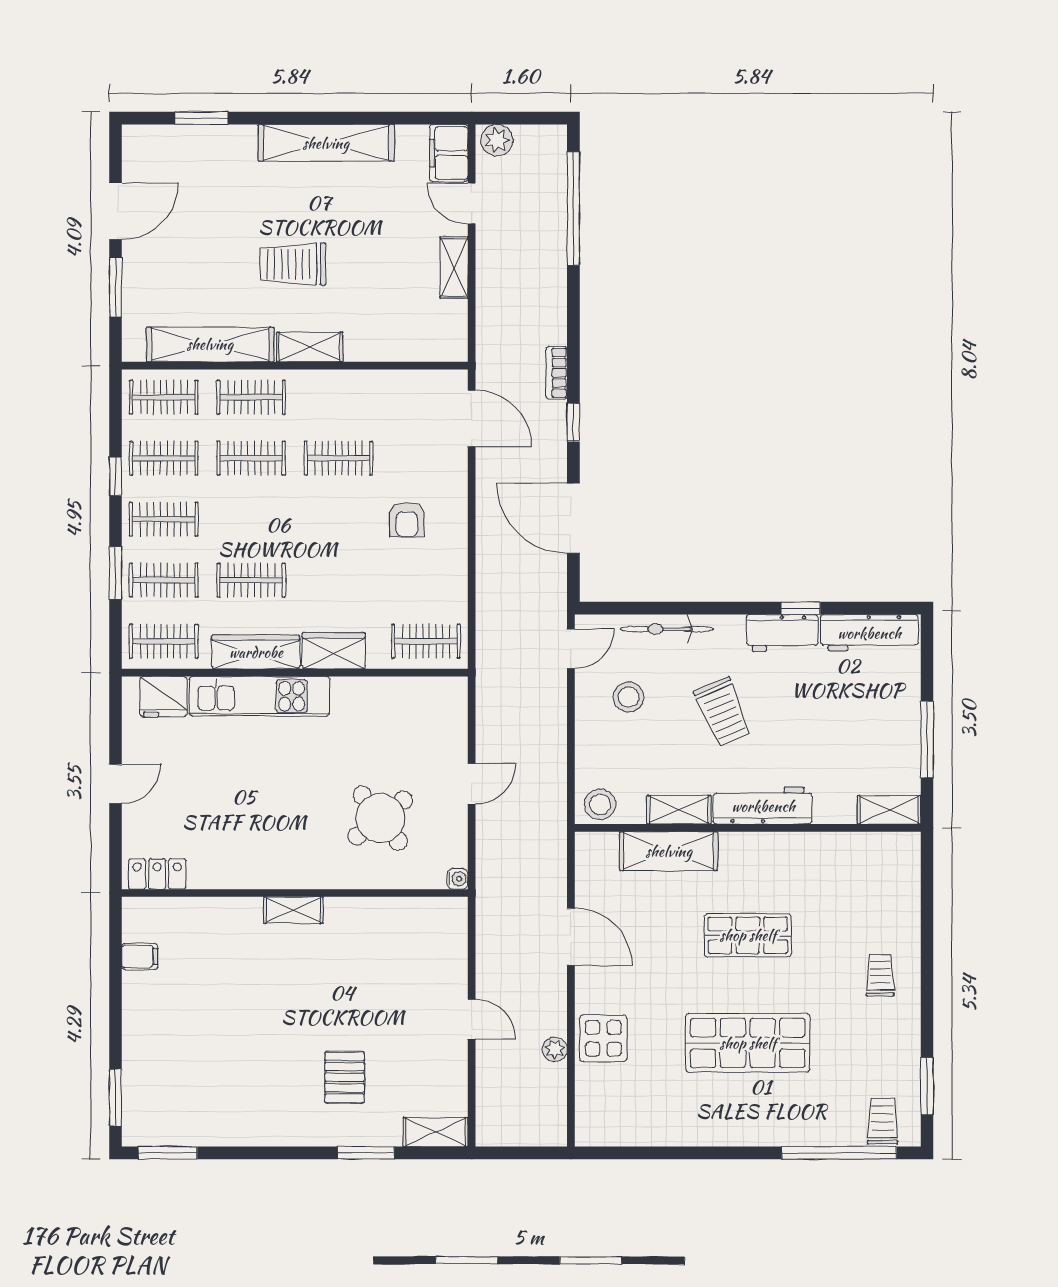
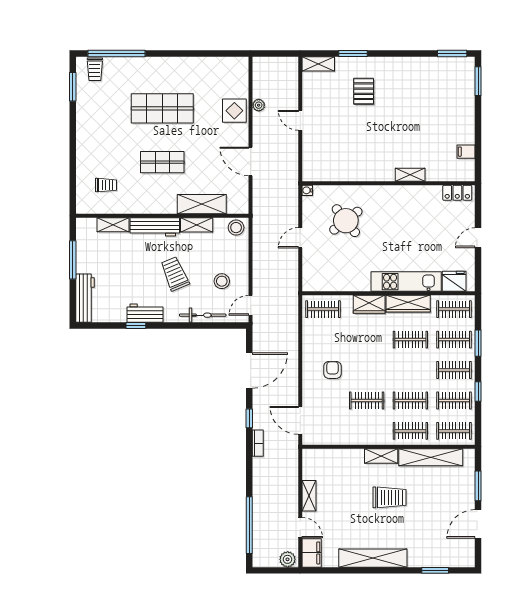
door: (573, 518) -> (249, 371), hinge flipped
workbench: (869, 633) -> (85, 298), moved, turned 90
shelving: (889, 810) -> (113, 225), moved
shelving: (293, 910) -> (410, 175), moved
trolley: (880, 975) -> (106, 185), moved, turned -90

